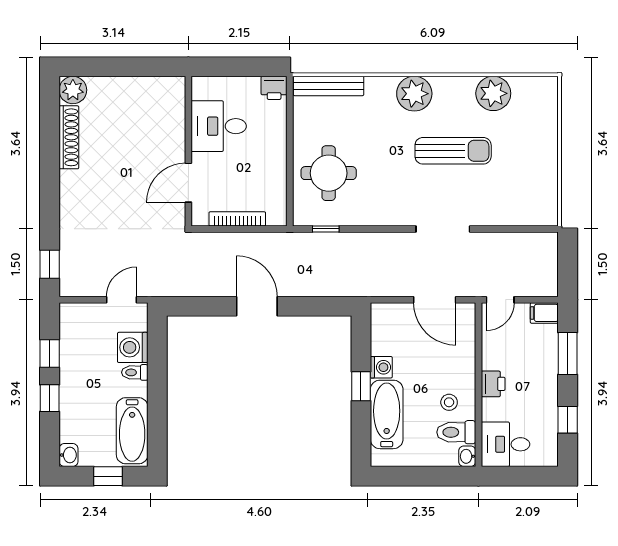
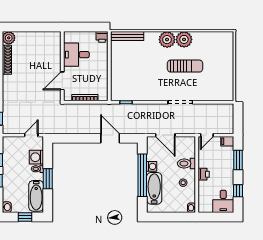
plant: (493, 93) -> (184, 39), moved
round table: (329, 173) -> (127, 76), removed
door: (435, 300) -> (165, 135), moved
door: (257, 306) -> (110, 138), moved
window: (361, 386) -> (142, 175), width x3.17
window: (157, 394) -> (48, 179), added
toilet: (456, 432) -> (186, 164), moved
desk: (505, 444) -> (223, 201), moved, turned -90

